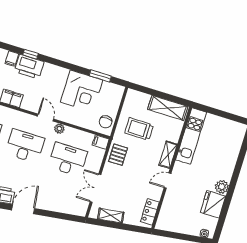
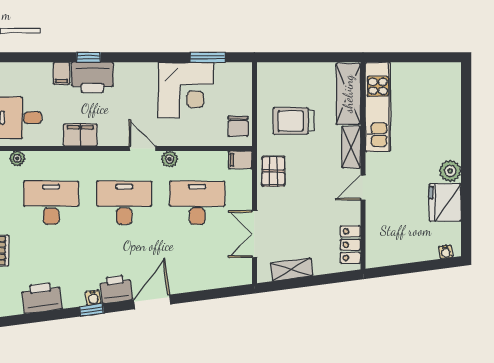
shelving: (168, 108) -> (348, 94), moved, turned 90

